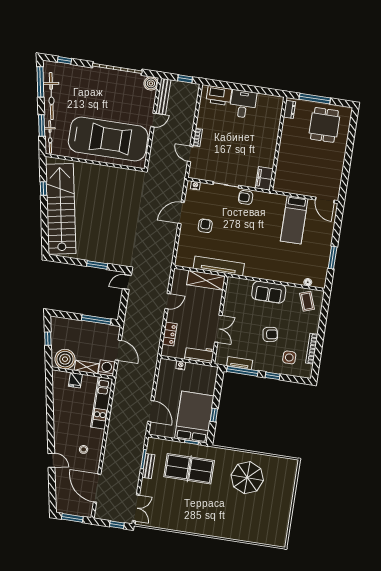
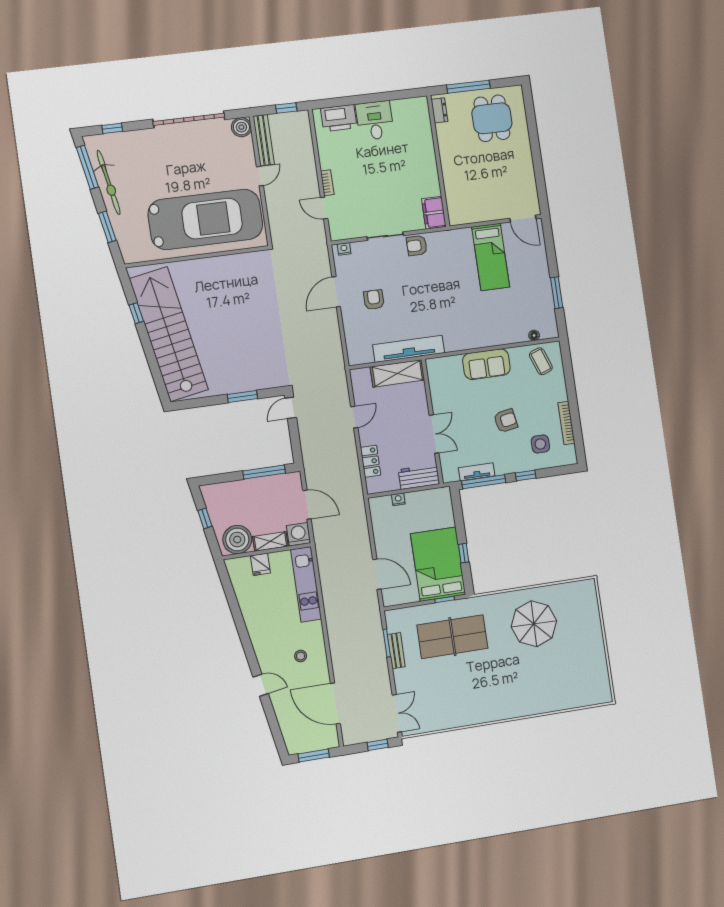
bicycle: (50, 137) -> (124, 239), removed

